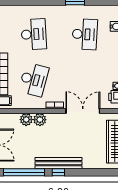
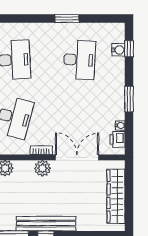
plant: (40, 120) -> (42, 168), moved

